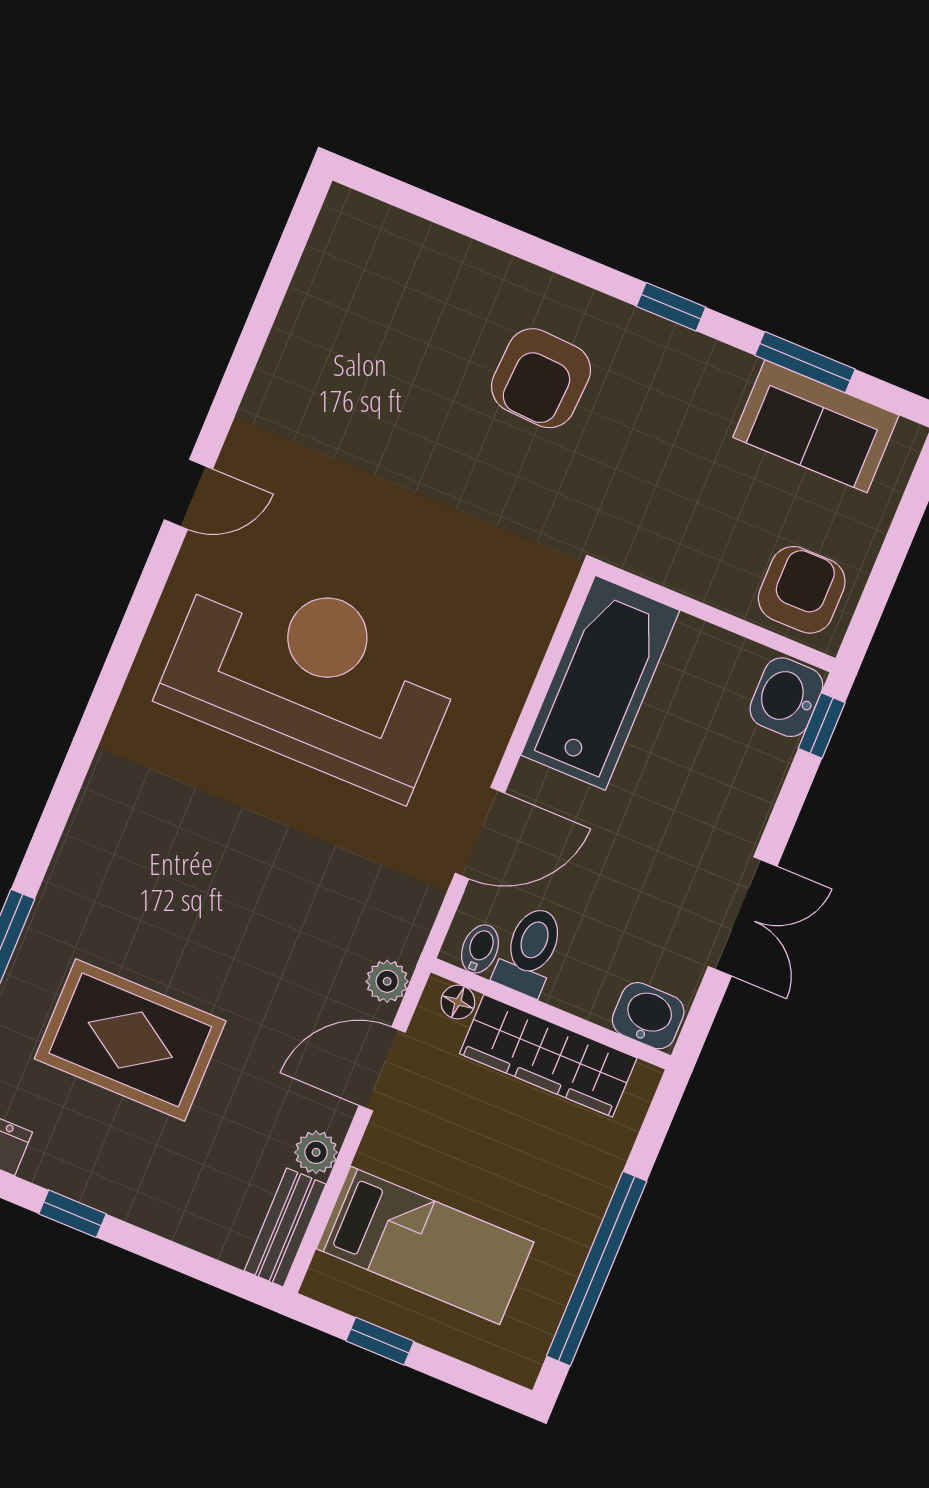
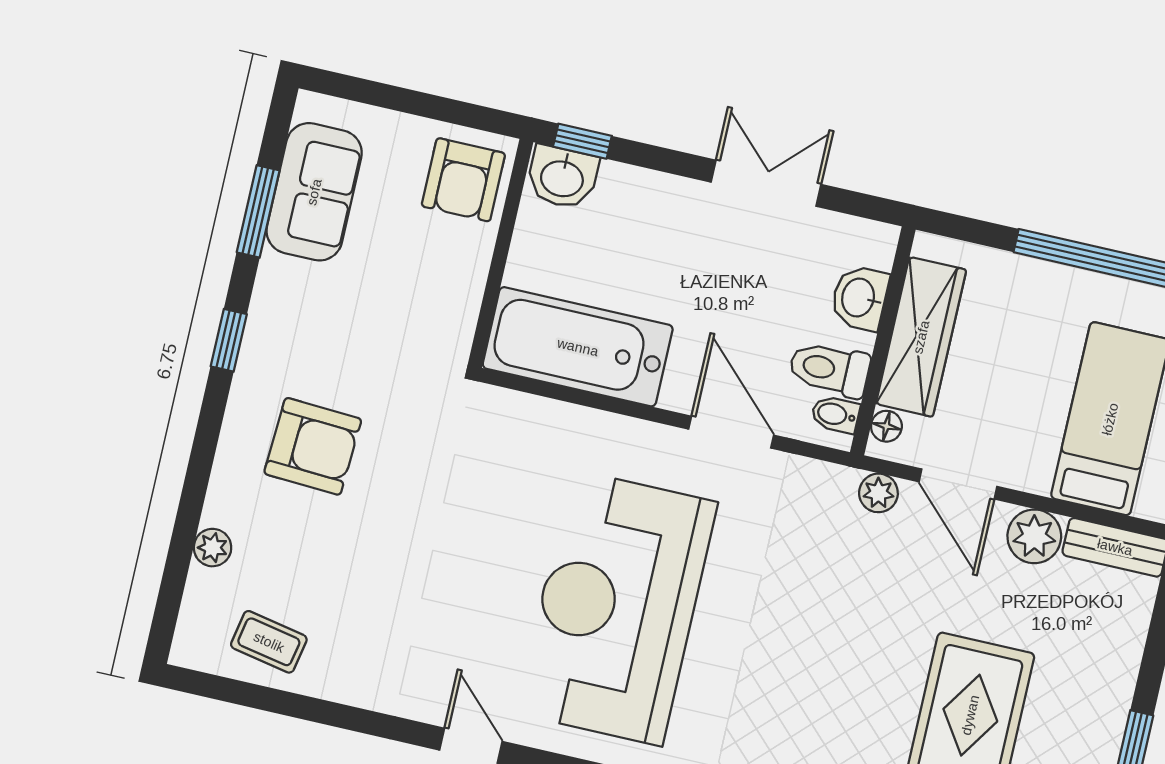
plant: (450, 251) -> (213, 548), added
coffee table: (338, 295) -> (269, 642), added
armchair: (802, 590) -> (463, 180), turned -90
washbasin: (648, 1016) -> (859, 298), moved
plant: (316, 1152) -> (1034, 536), width x1.38, depth x1.38

